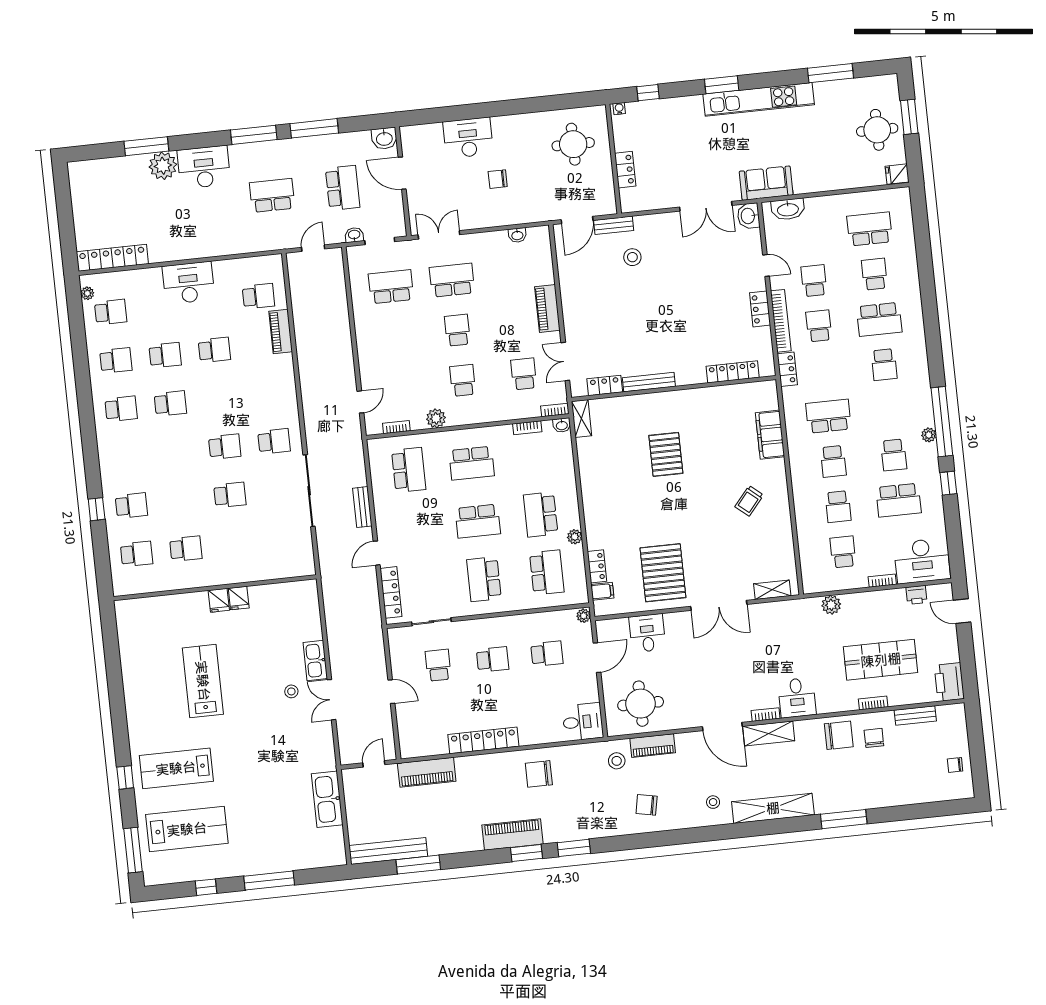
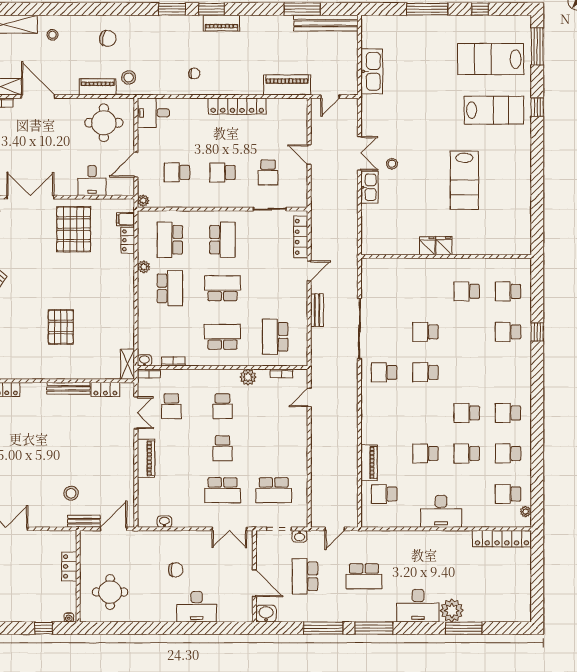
chair: (539, 774) -> (194, 73), width x0.54, depth x0.54
piano: (512, 834) -> (221, 23), width x0.73, depth x0.75

